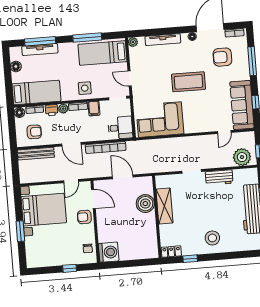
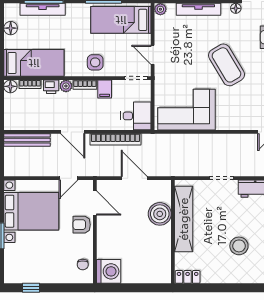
coffee table: (189, 82) -> (226, 65), turned 59
armchair: (34, 132) -> (27, 112), removed
shelving: (164, 206) -> (184, 219), width x1.47
stool: (212, 238) -> (239, 246), moved
window: (190, 259) -> (211, 288), removed
window: (70, 268) -> (31, 288), moved

